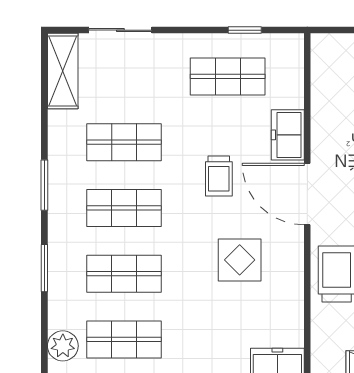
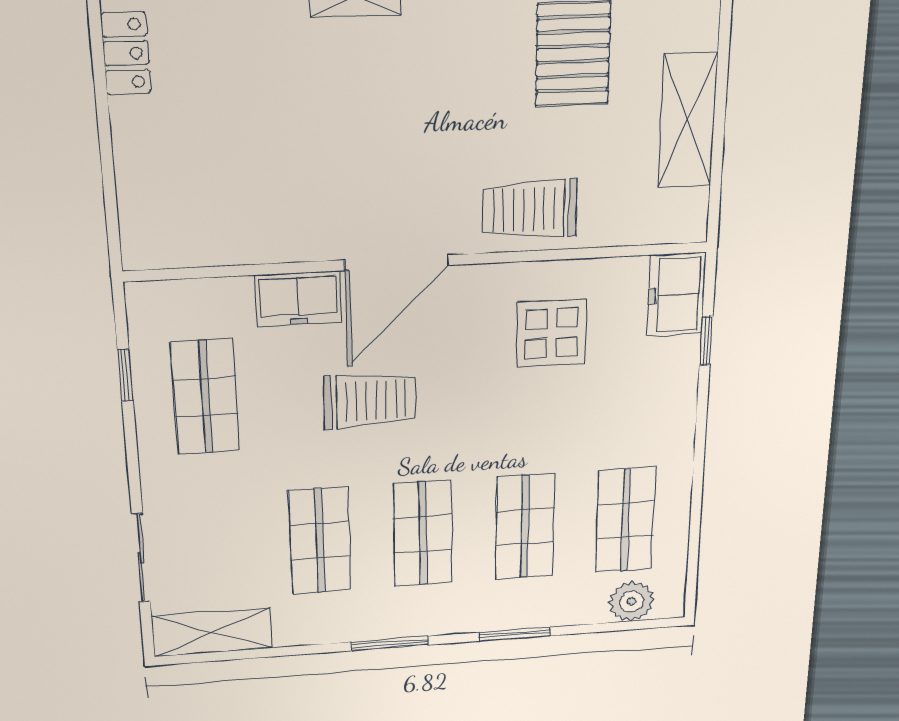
trolley: (219, 176) -> (370, 401), width x1.36, depth x1.39
display table: (240, 260) -> (552, 333), moved

